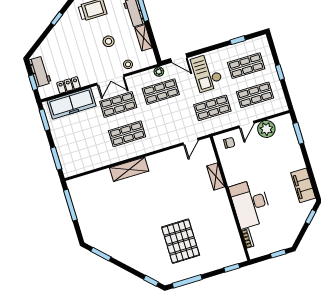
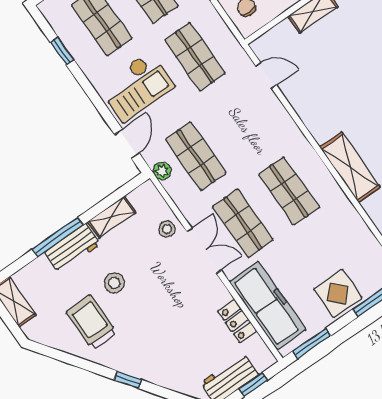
stool: (109, 41) -> (114, 283), moved
display table: (66, 142) -> (338, 293), added

